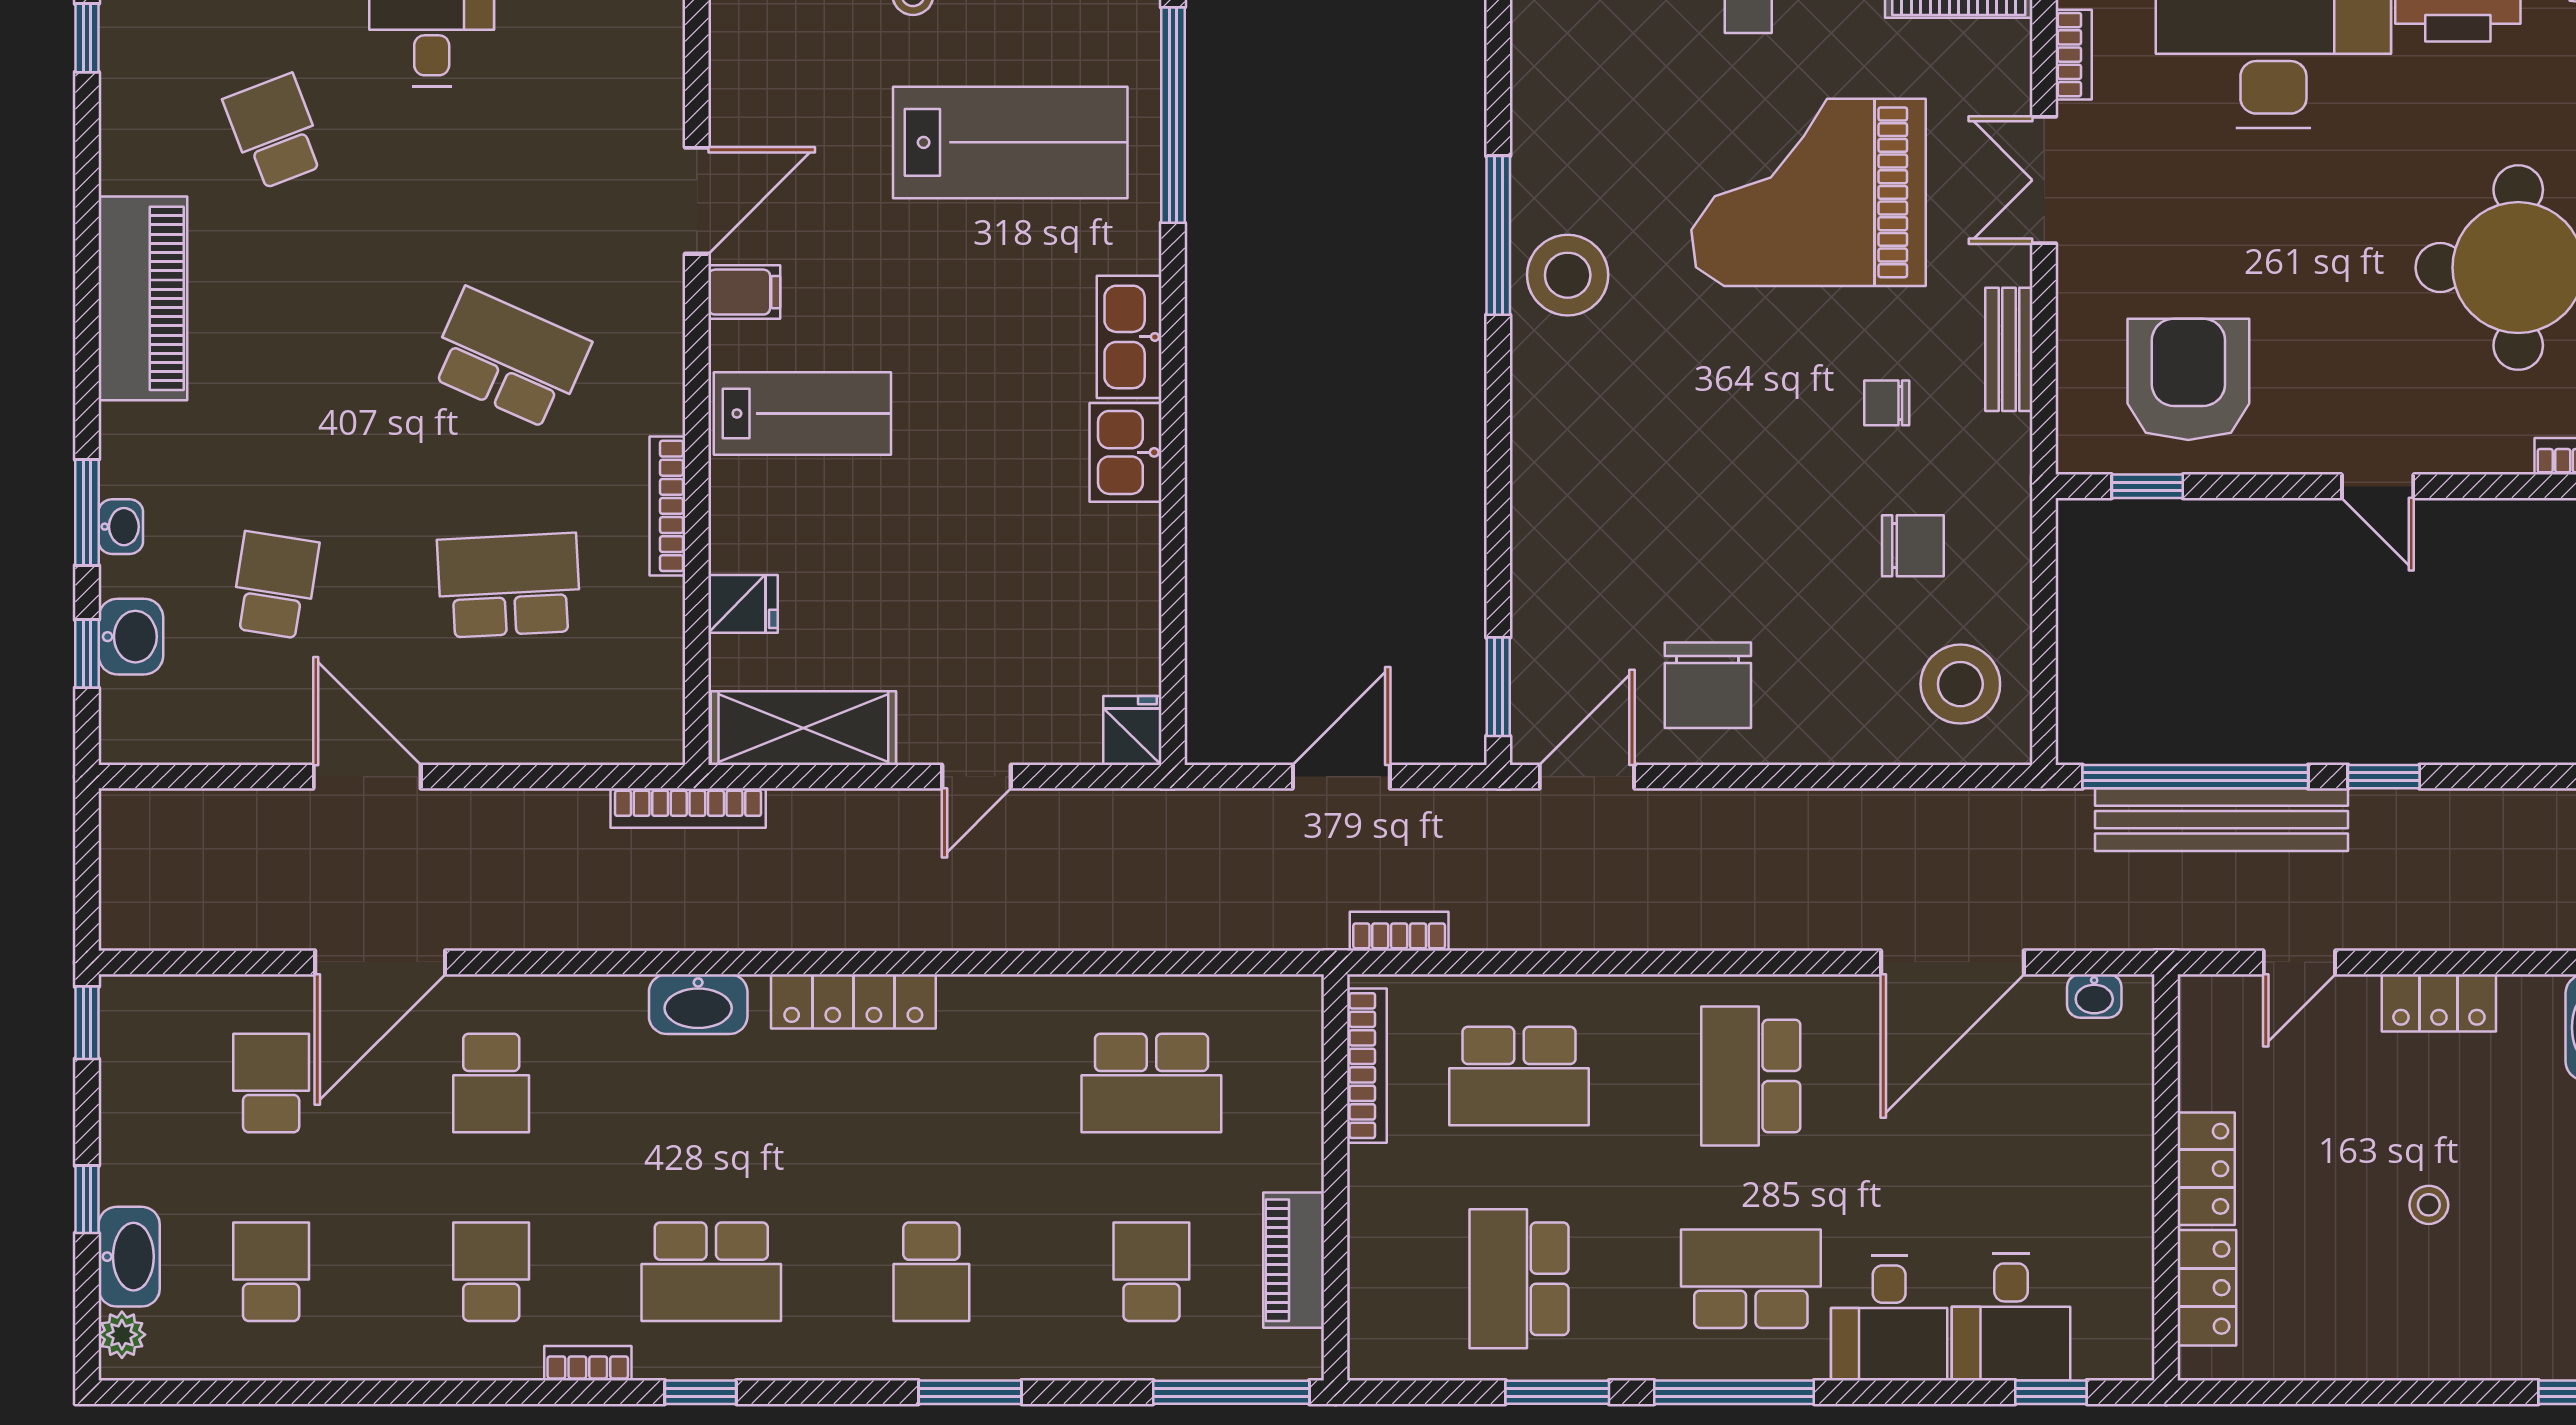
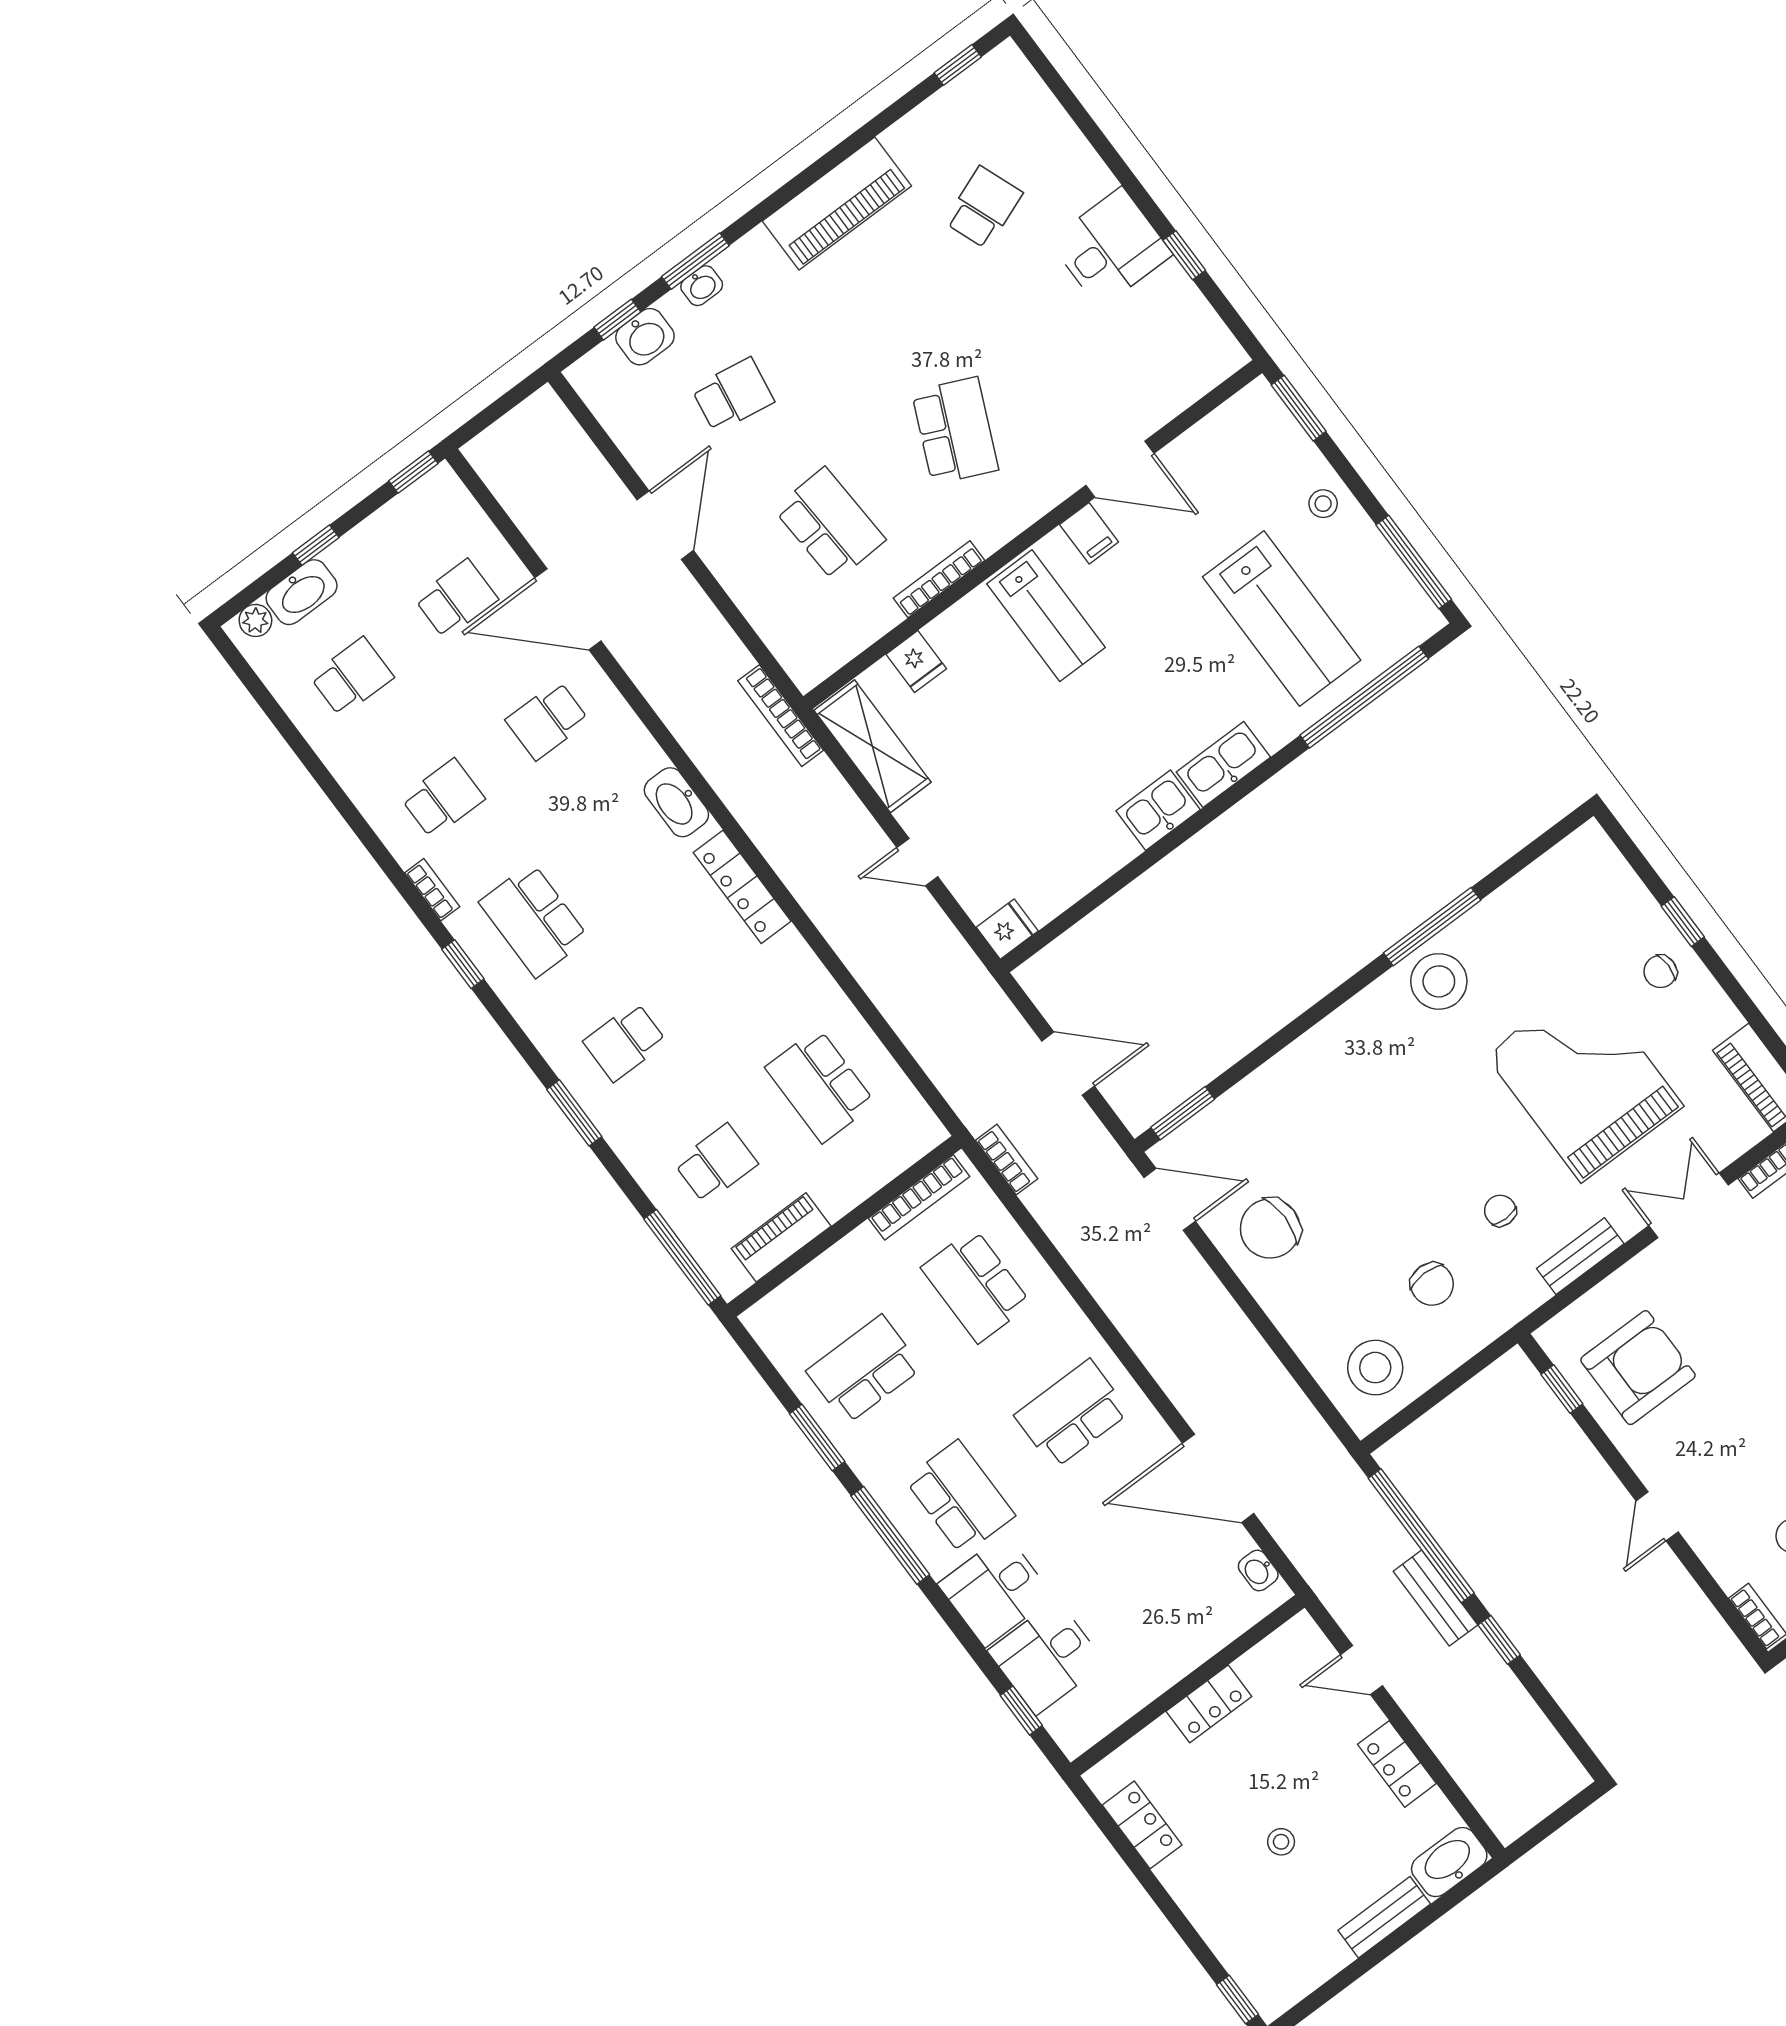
bench: (2222, 820) -> (1436, 1598), width x0.54, depth x0.82
locker: (2207, 1288) -> (1142, 1825), moved, turned -90

